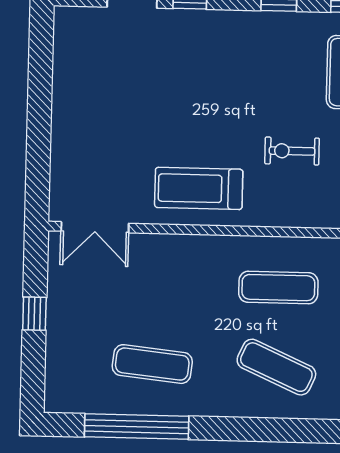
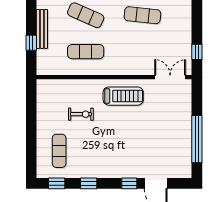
window: (40, 90) -> (197, 139), added
window: (34, 314) -> (197, 52), moved

